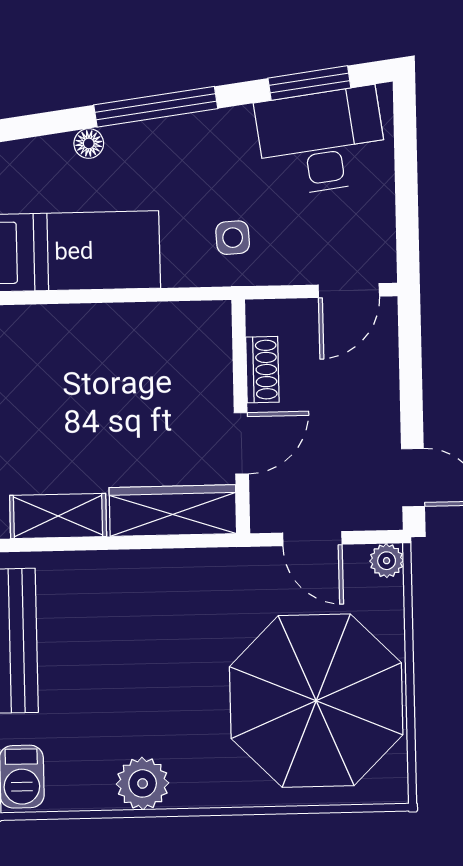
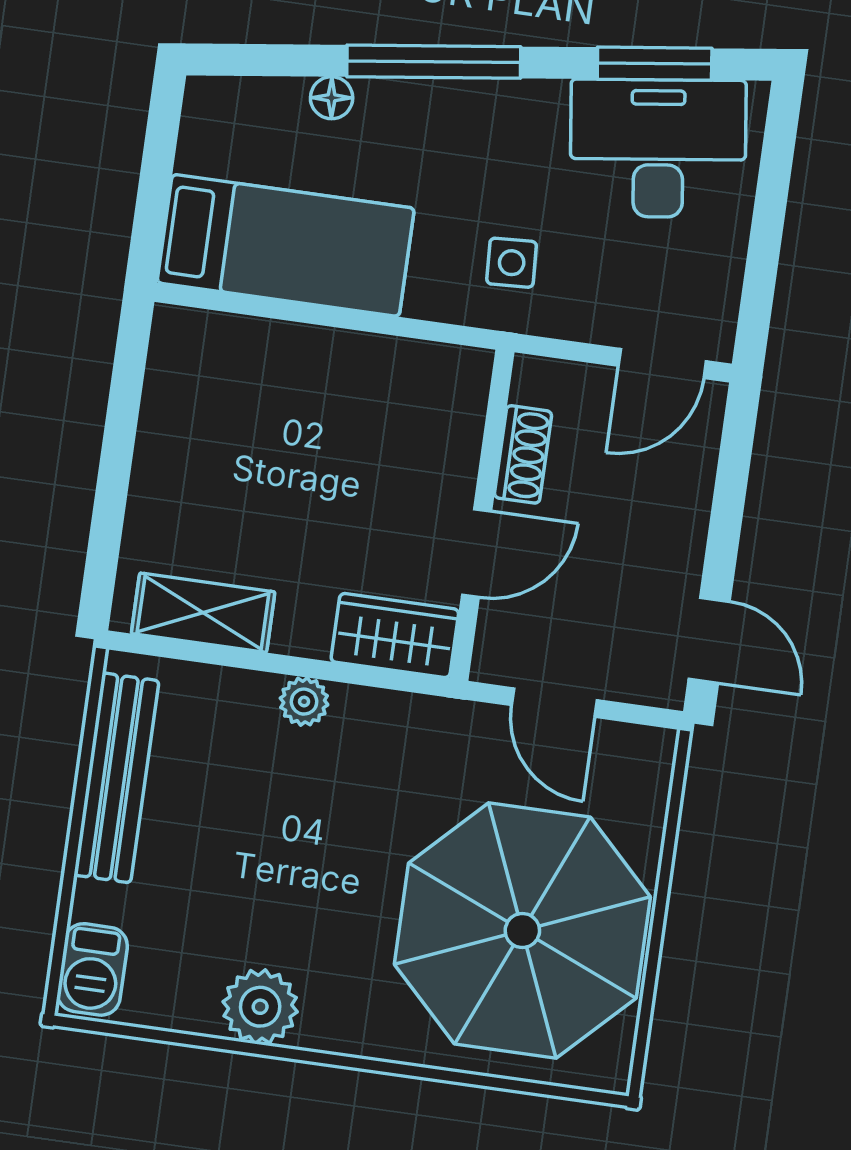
wardrobe: (173, 511) -> (395, 636), width x0.67
plant: (387, 561) -> (304, 702), moved

